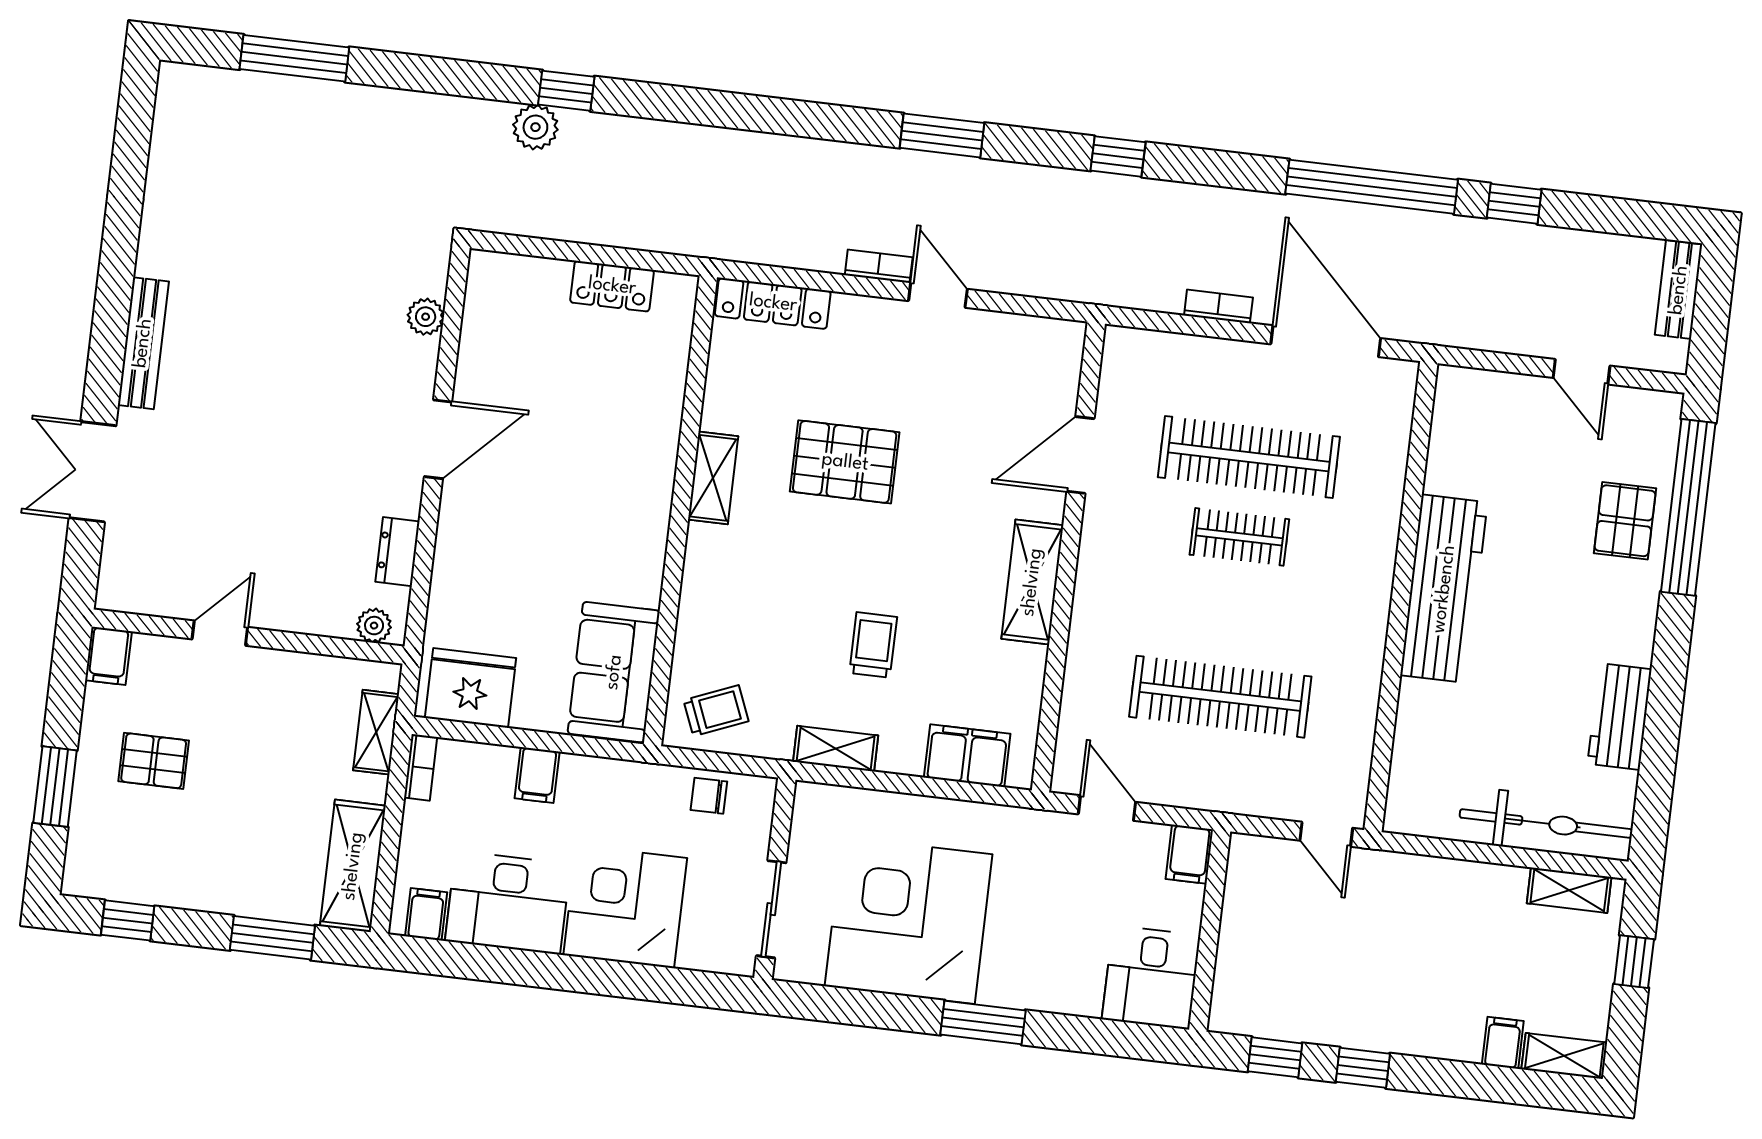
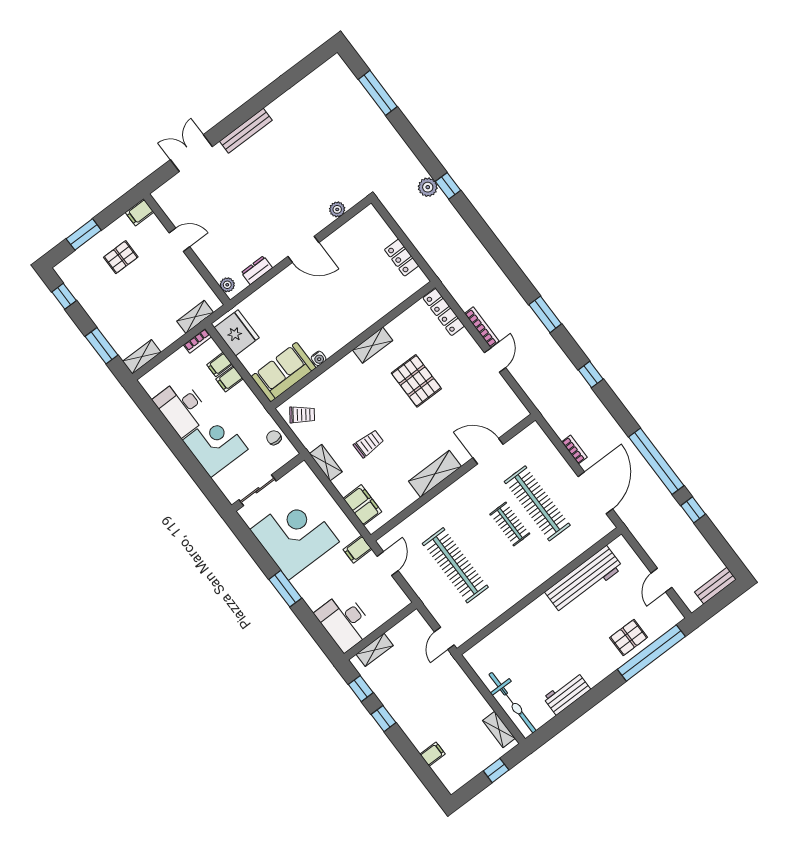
bookcase: (879, 266) -> (482, 327), width x1.56
workbench: (1444, 589) -> (584, 580), moved
water cooler: (647, 591) -> (319, 358), added
trolley: (716, 711) -> (302, 415), turned -32
pallet: (154, 761) -> (121, 257), turned 90
filing cabinet: (1189, 854) -> (358, 549), moved
shelving: (353, 866) -> (142, 357), width x0.67, depth x0.75
filing cabinet: (426, 914) -> (220, 364), moved, turned 180
desk: (1151, 977) -> (344, 621), width x1.37
shelving: (1564, 1056) -> (375, 650), moved, turned 90

